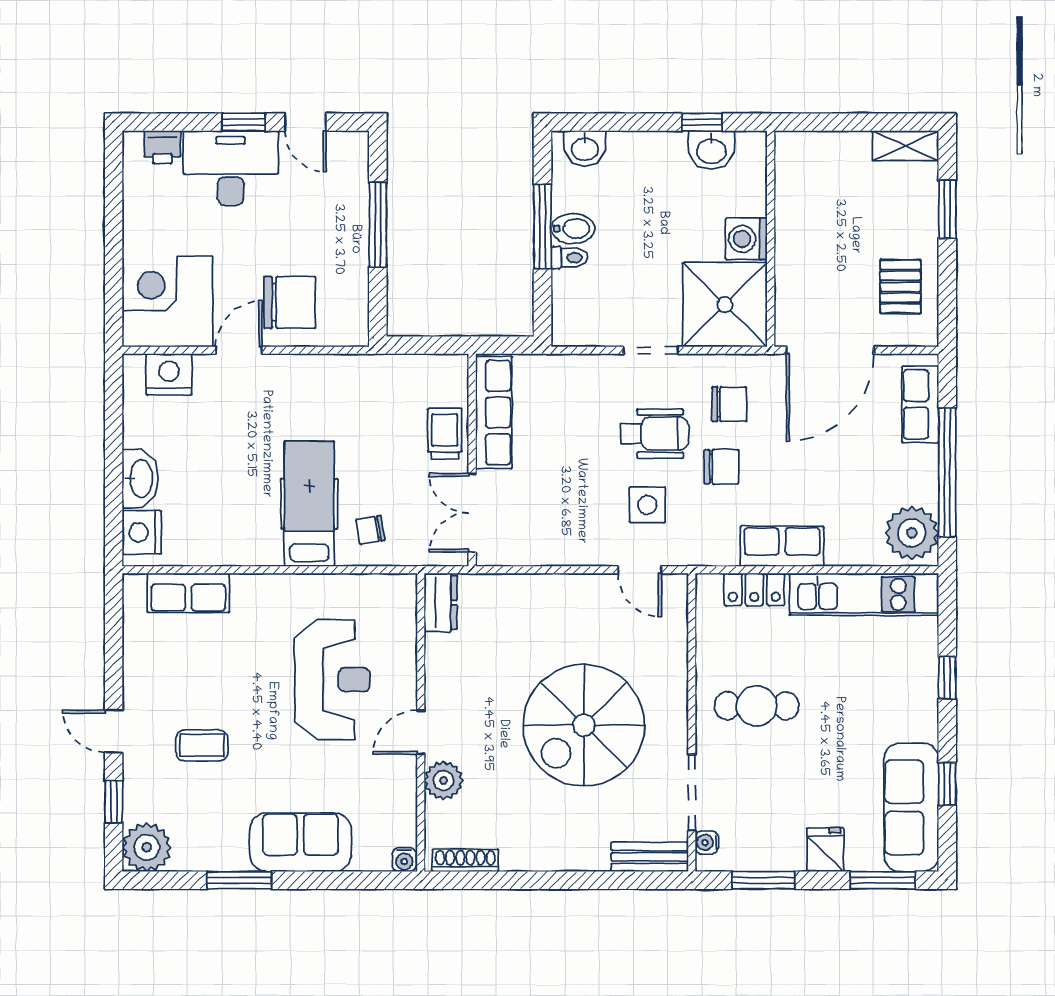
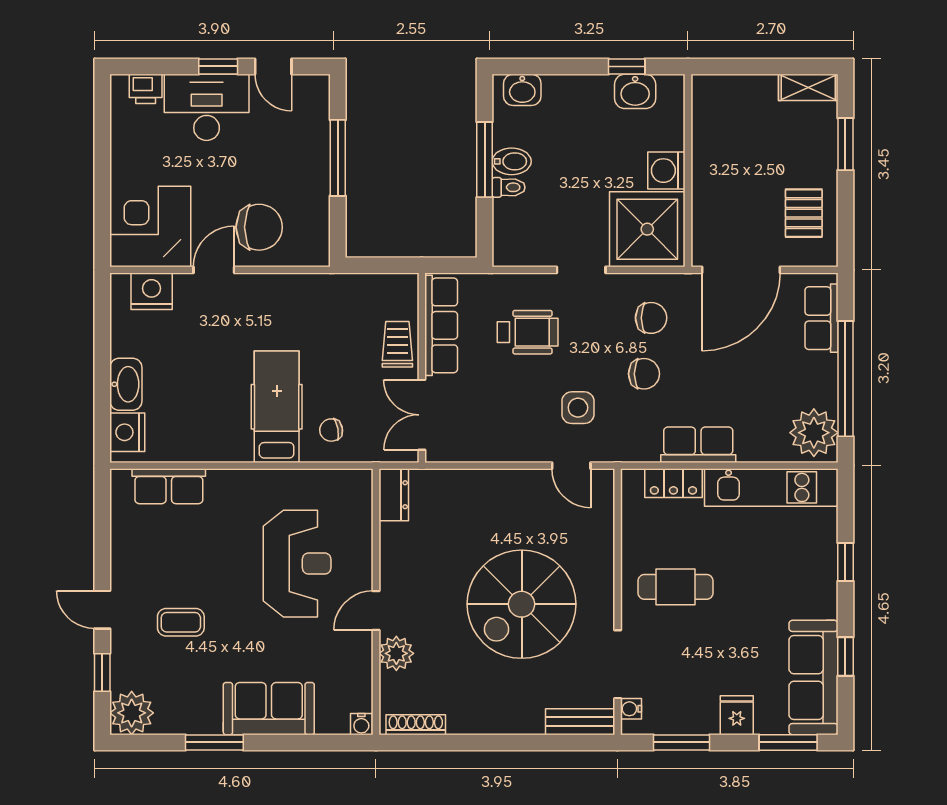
wheelchair: (655, 434) -> (528, 332), moved

